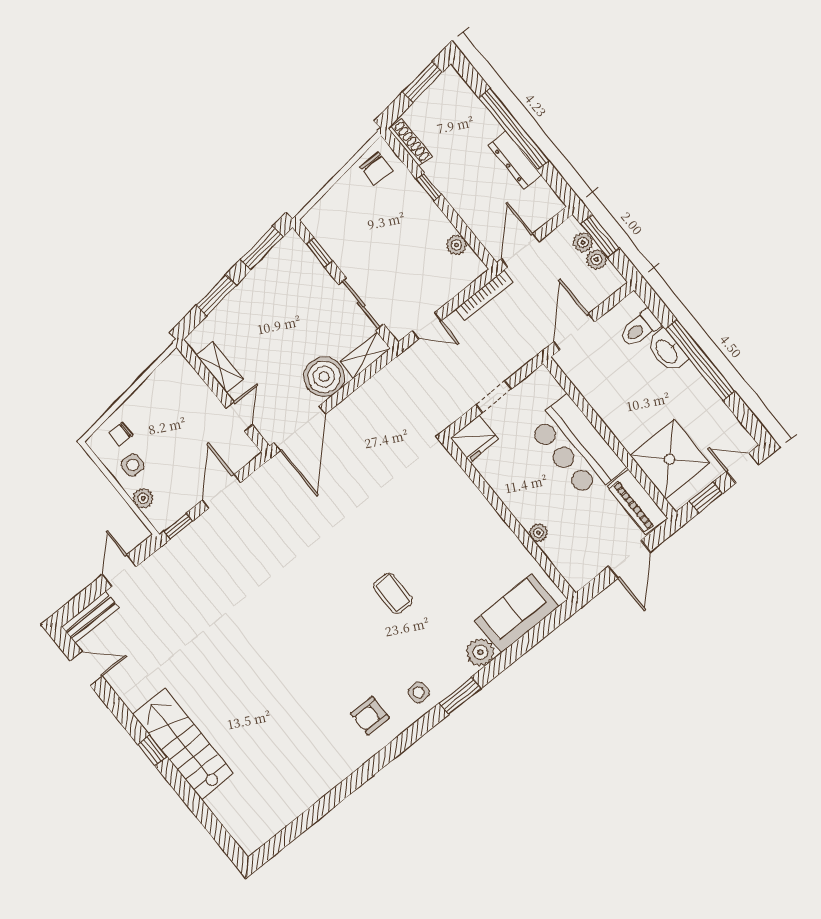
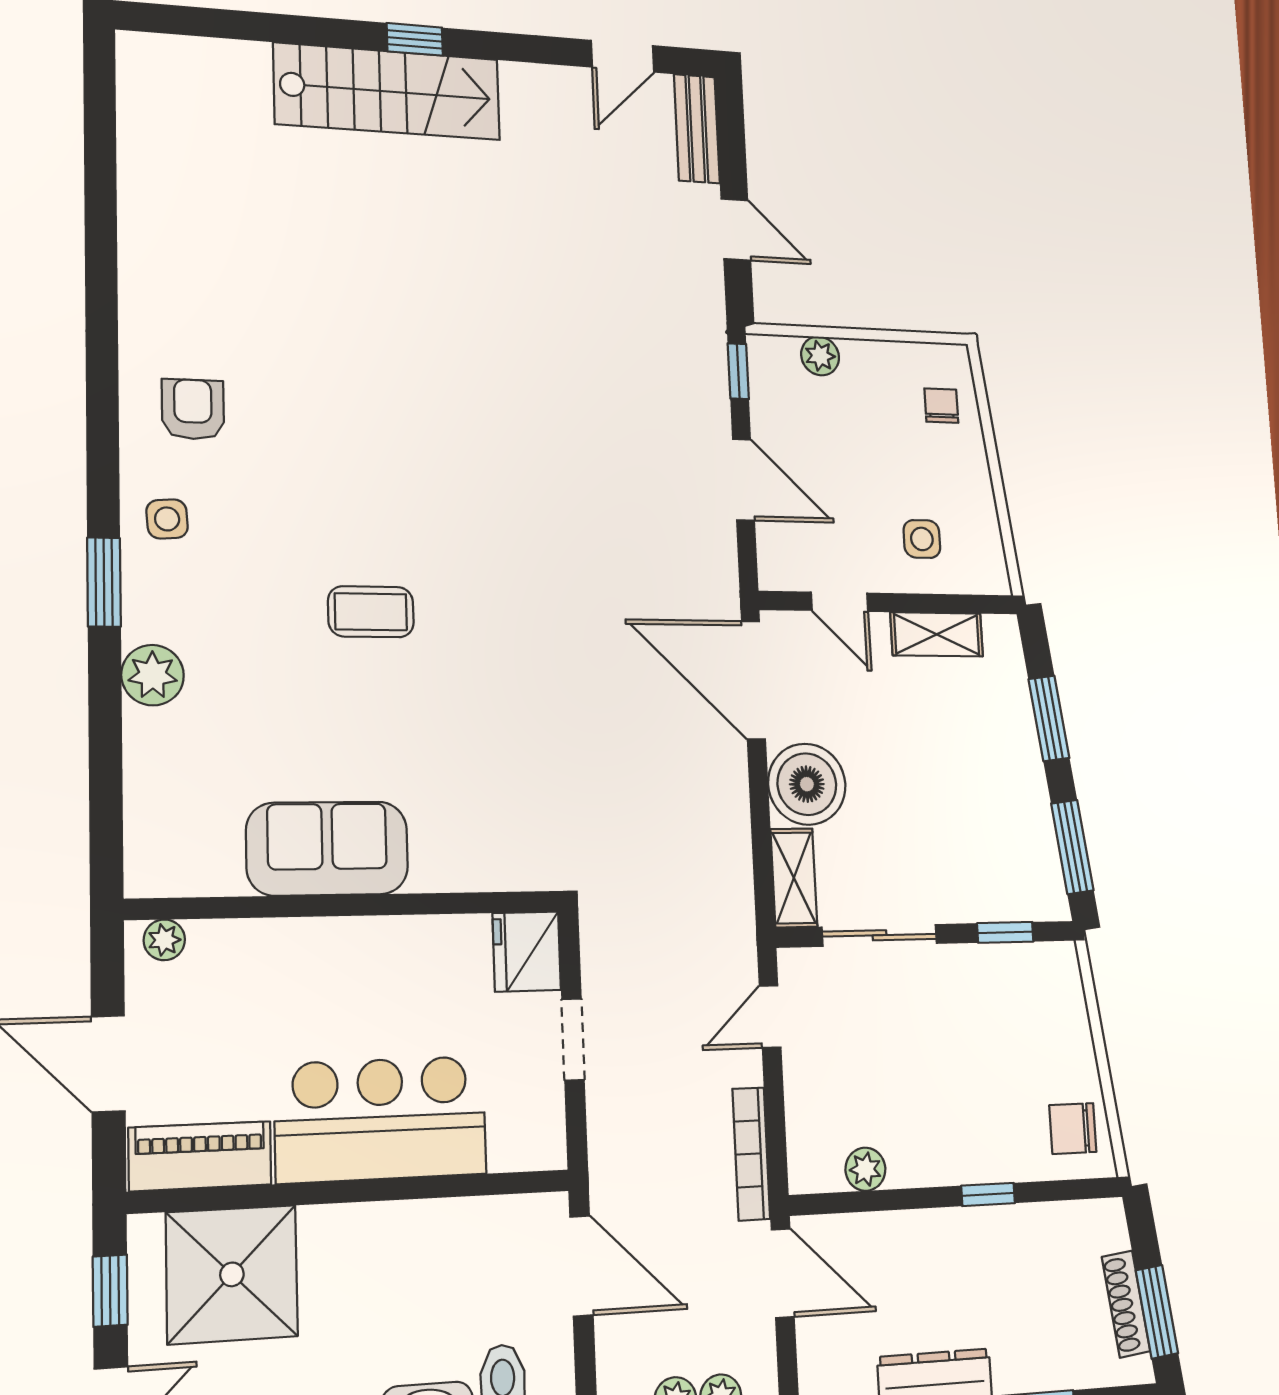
shoe rack: (410, 143) -> (1126, 1304), moved, turned 83
side table: (133, 465) -> (922, 539), moved
plant: (538, 533) -> (164, 940), moved
sofa: (517, 613) -> (327, 849), moved, turned -90

